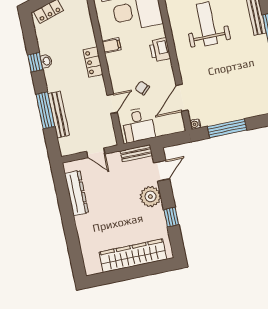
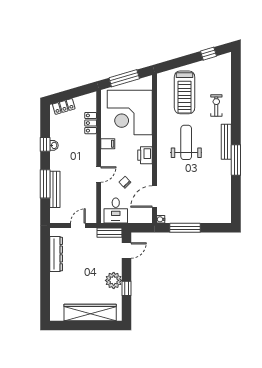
locker: (93, 62) -> (91, 123), moved
door: (112, 104) -> (99, 174), moved
door: (96, 153) -> (78, 226), swing flipped
plant: (150, 197) -> (114, 280), moved

